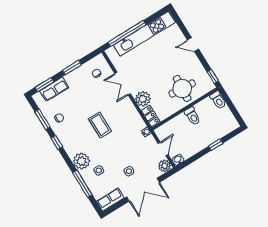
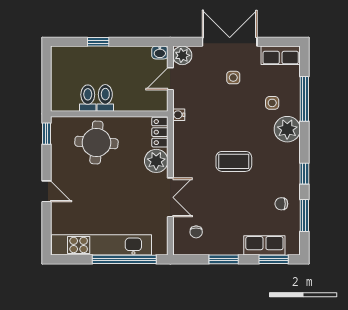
toilet: (218, 100) -> (88, 98), moved
coffee table: (100, 125) -> (234, 161), turned 90

